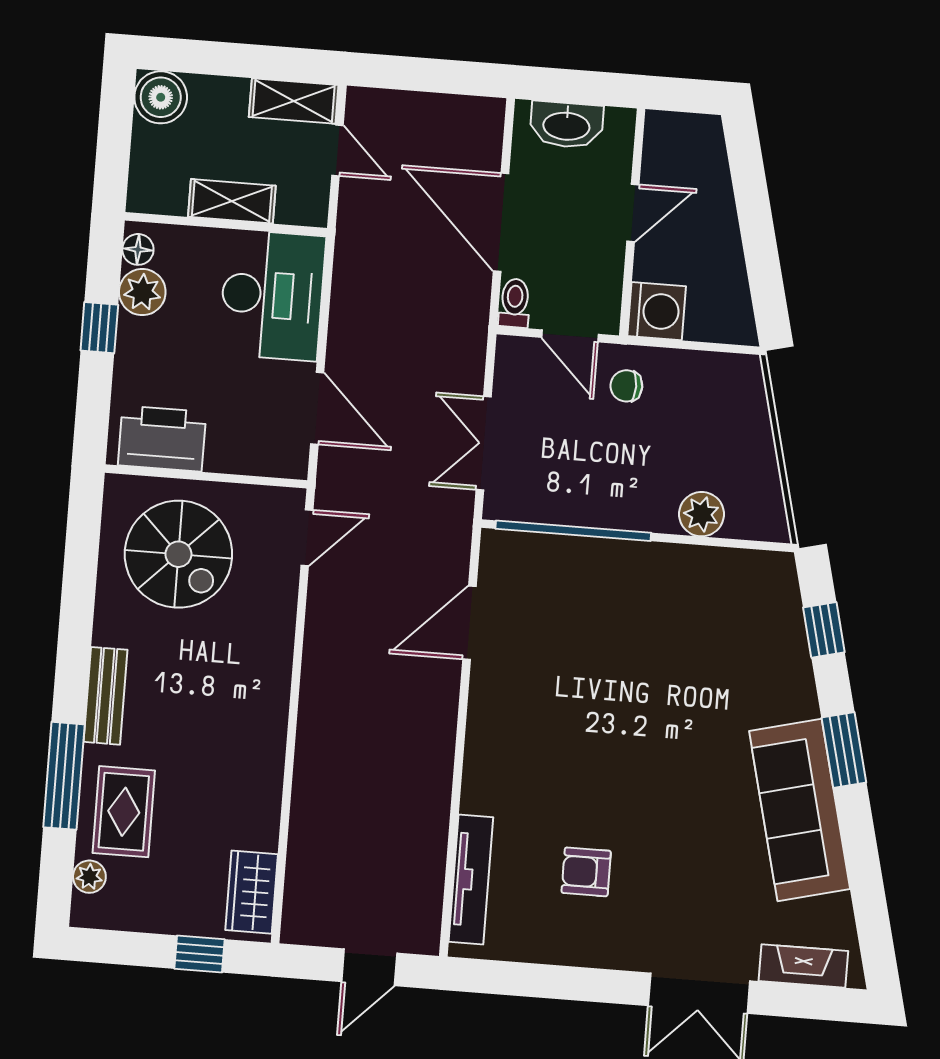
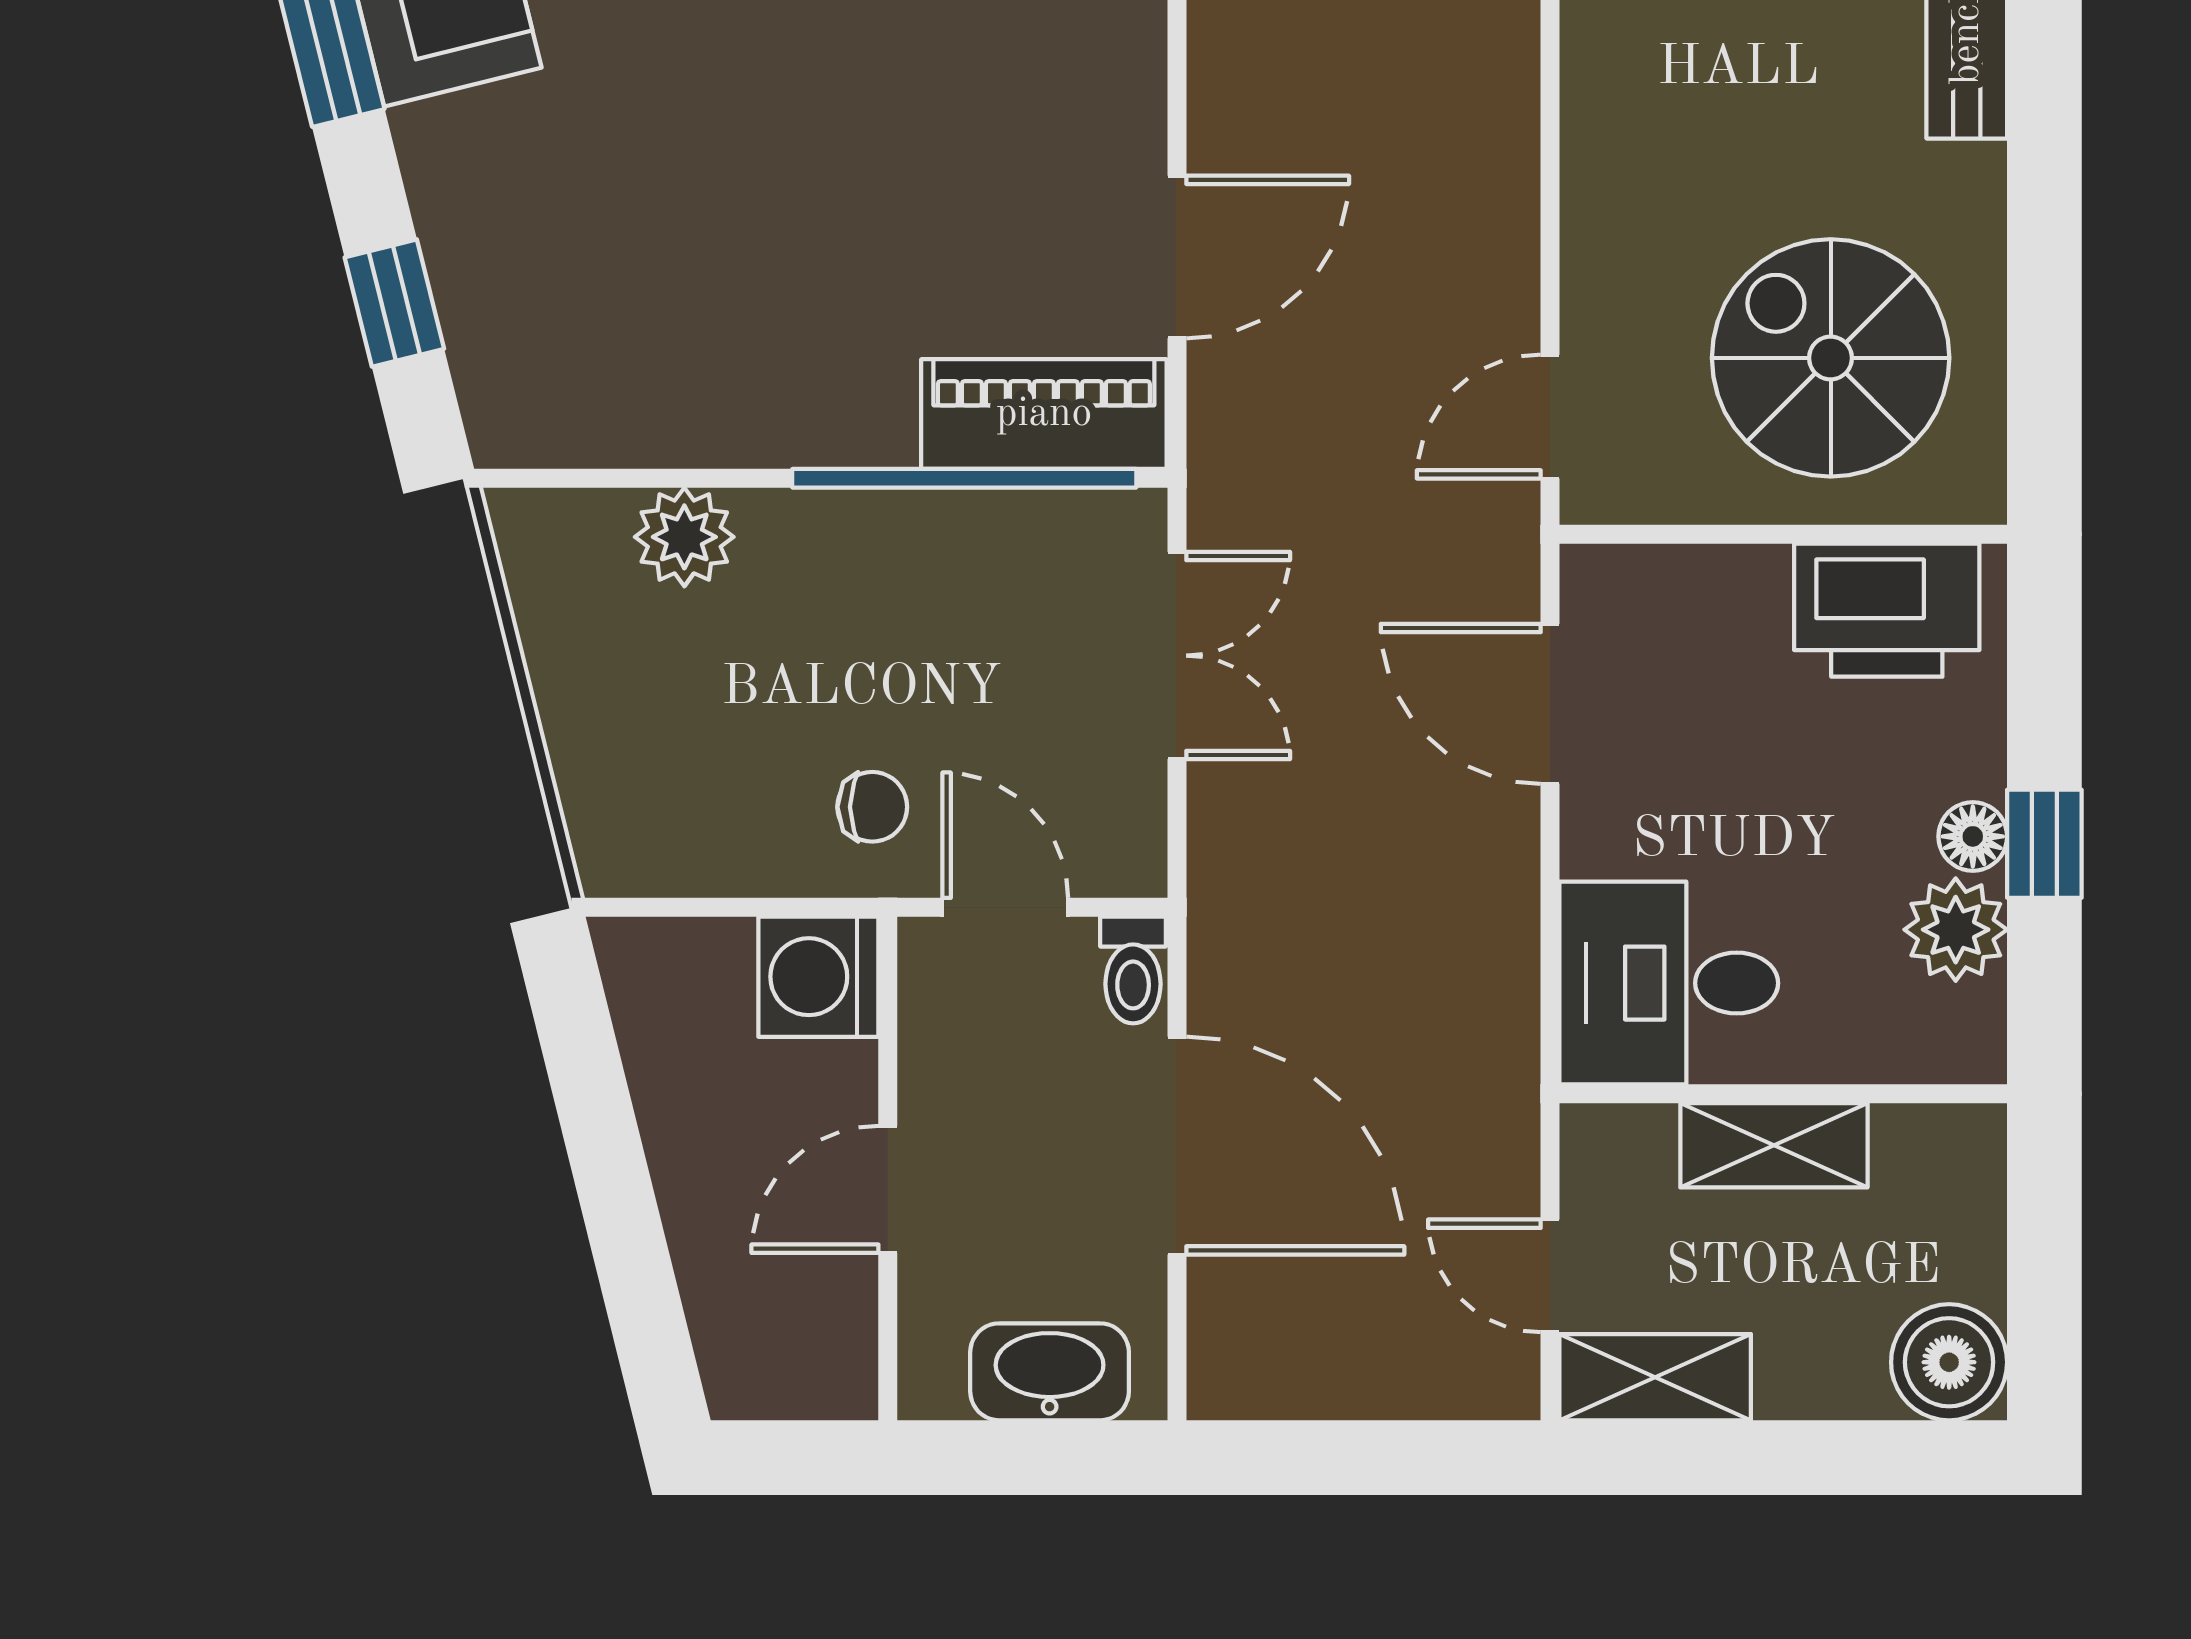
floor lamp: (138, 249) -> (1973, 836), moved
desk: (272, 295) -> (1669, 983), width x0.73
piano: (535, 557) -> (1044, 414), added

